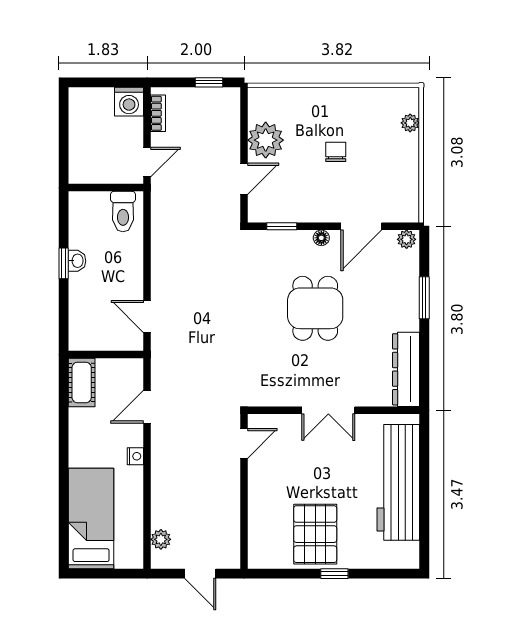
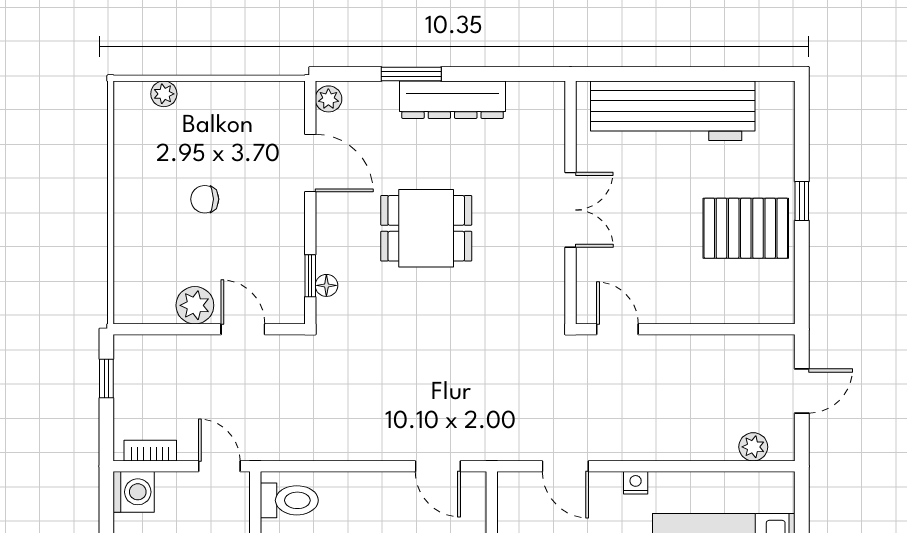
plant: (266, 140) -> (195, 305), width x0.73, depth x0.73
floor lamp: (321, 238) -> (326, 285), moved
door: (147, 316) -> (438, 466), hinge flipped
dresser: (406, 369) -> (453, 100), moved

